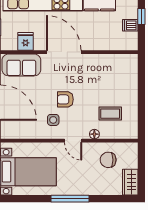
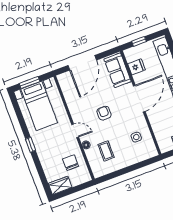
side table: (53, 120) -> (136, 137), moved
door: (73, 141) -> (75, 131), swing flipped
window: (70, 199) -> (31, 145), width x0.46

